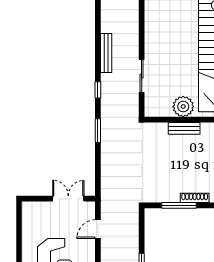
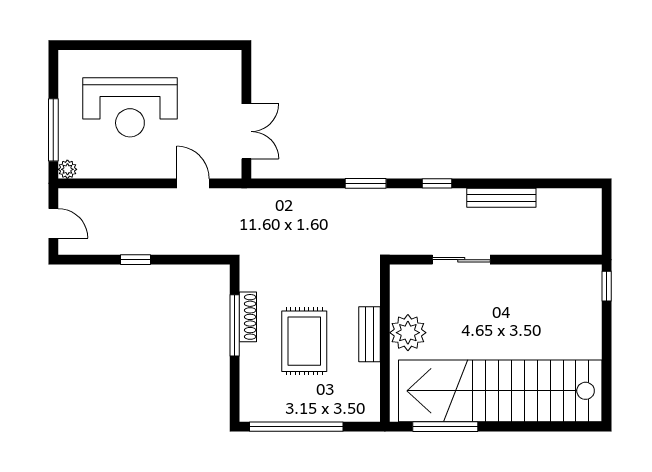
rug: (188, 166) -> (304, 341), added
shoe rack: (195, 198) -> (248, 317), moved

